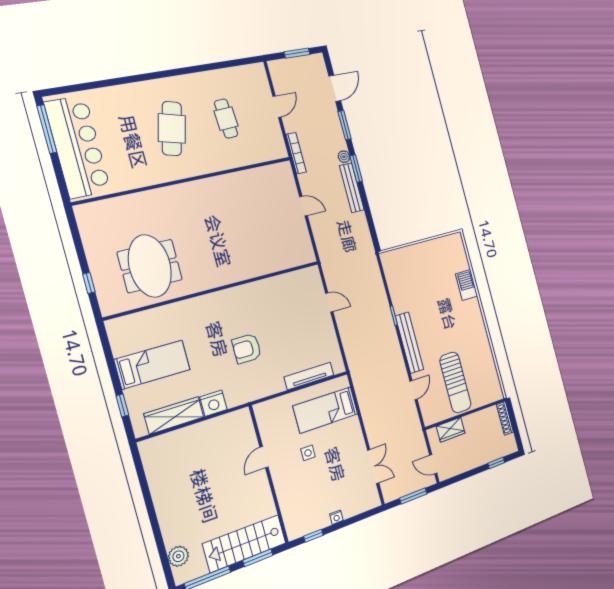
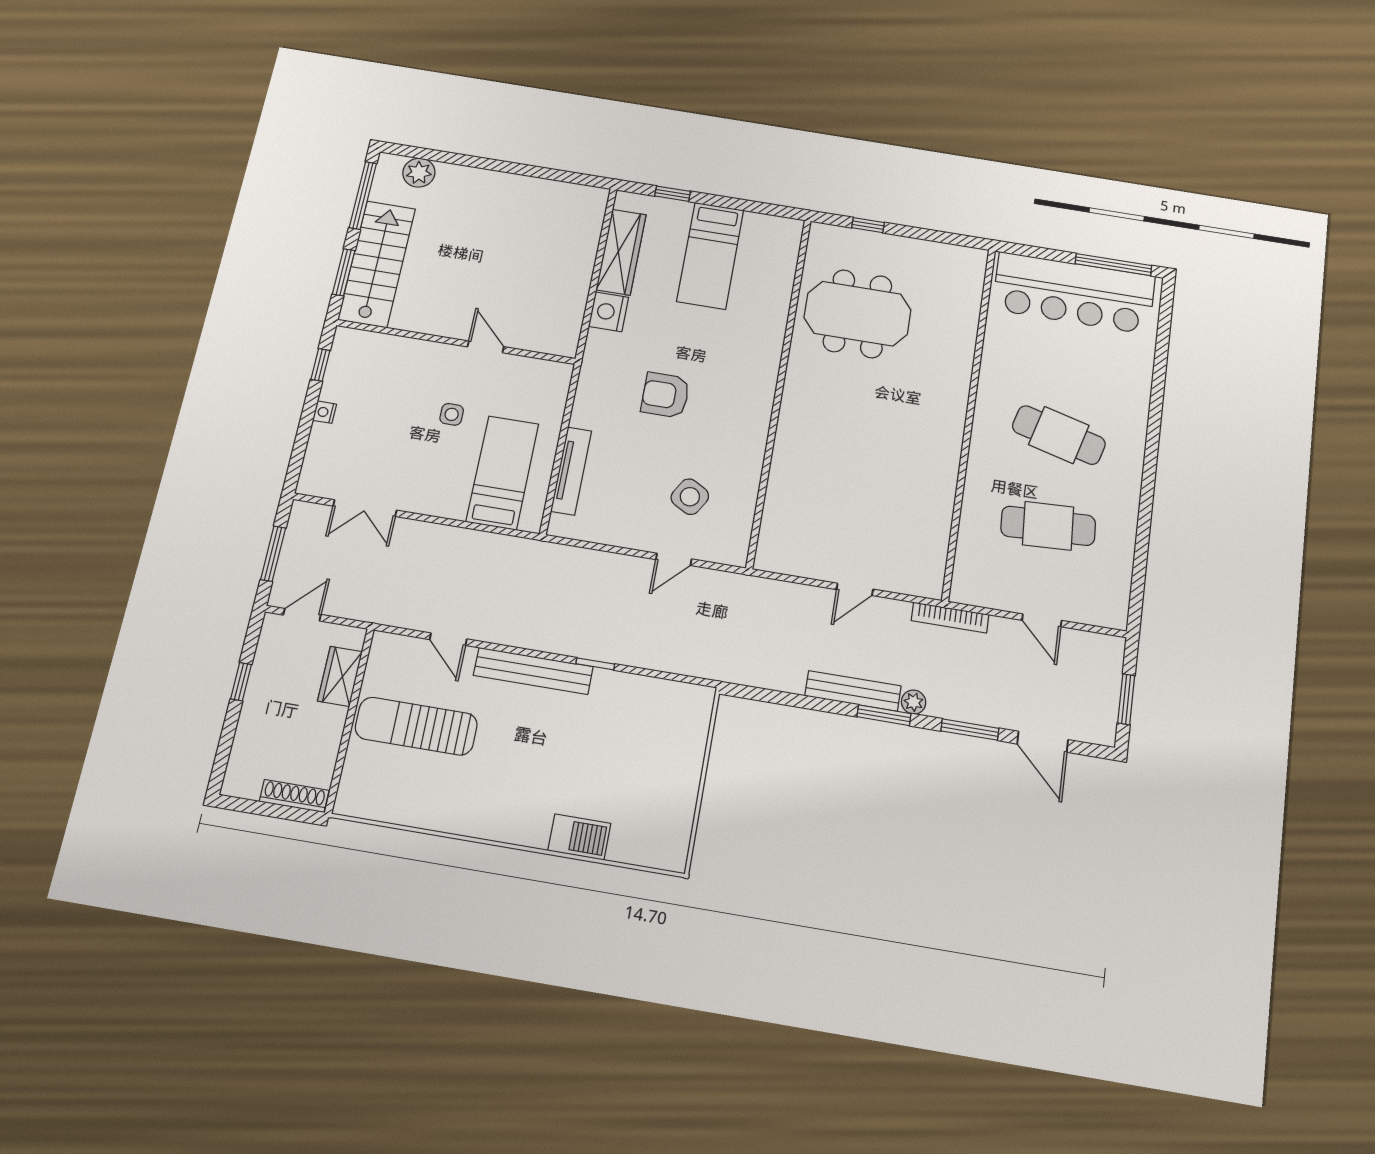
cafe table: (226, 119) -> (1048, 526), width x1.37, depth x1.35
side table: (295, 309) -> (690, 497), added
armchair: (247, 349) -> (665, 395), turned -90
window: (496, 463) -> (241, 682), moved

